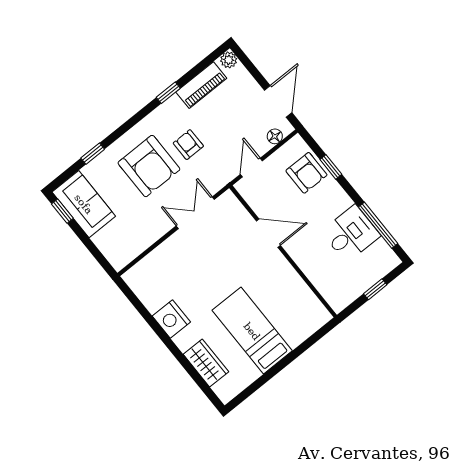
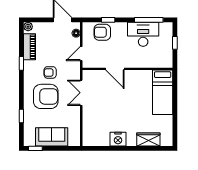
door: (251, 168) -> (81, 54), hinge flipped
armchair: (306, 173) -> (102, 32), turned 180
sofa: (84, 204) -> (52, 137), moved
door: (268, 233) -> (115, 69), swing flipped
desk: (351, 234) -> (143, 34), width x1.37
bed: (252, 331) -> (163, 92), moved, turned -90

